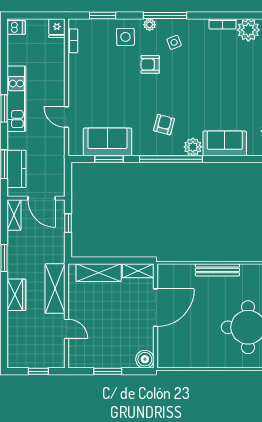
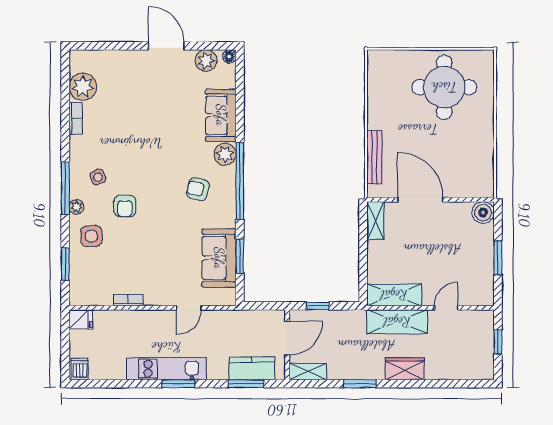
bookcase: (73, 41) -> (128, 300), moved
bench: (217, 270) -> (374, 157), moved
shelving: (99, 273) -> (394, 295), moved, turned 90

